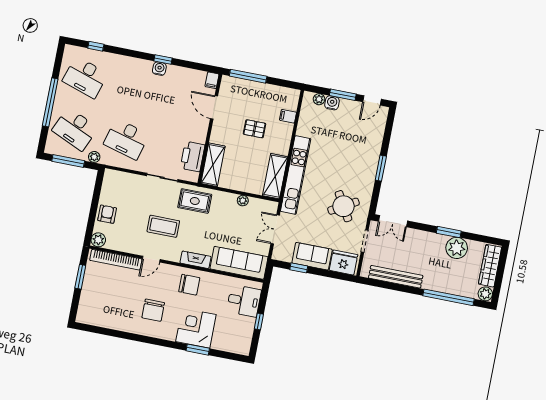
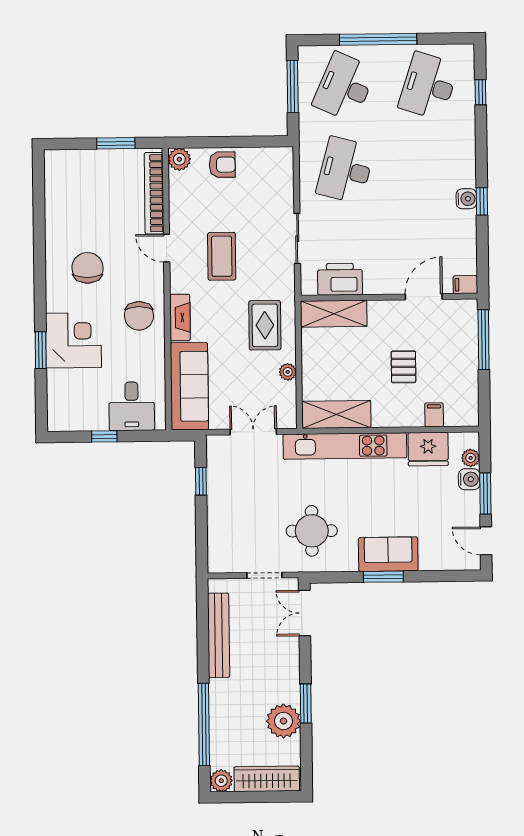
plant: (94, 157) -> (307, 126), removed
rug: (195, 201) -> (265, 325), moved
round table: (343, 206) -> (312, 531), turned 30
sofa: (312, 256) -> (388, 554), moved, turned -90
fridge: (343, 262) -> (428, 449), moved, turned 90
chair: (153, 310) -> (88, 268), turned 90

